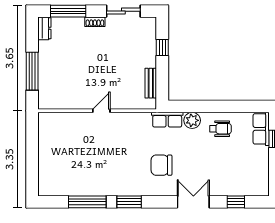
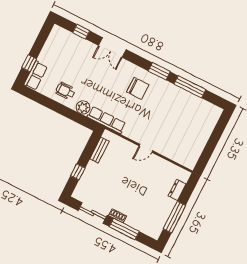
window: (68, 11) -> (124, 229), moved
dresser: (44, 28) -> (177, 190), moved
window: (32, 71) -> (174, 217), moved
row of seats: (167, 120) -> (106, 120), width x1.48
chair: (161, 165) -> (138, 88), moved

